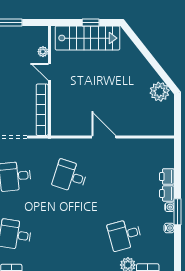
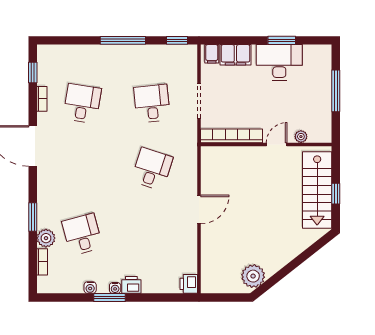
printer: (167, 177) -> (189, 284), moved, turned -90

